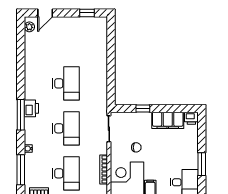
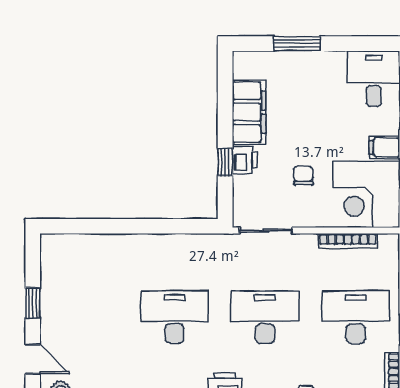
window: (87, 13) -> (33, 303), moved
printer: (191, 118) -> (245, 160), moved
window: (202, 164) -> (297, 44), moved

